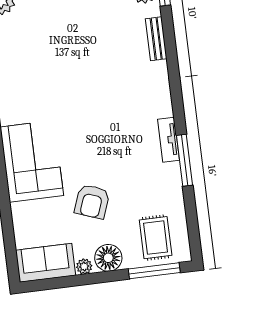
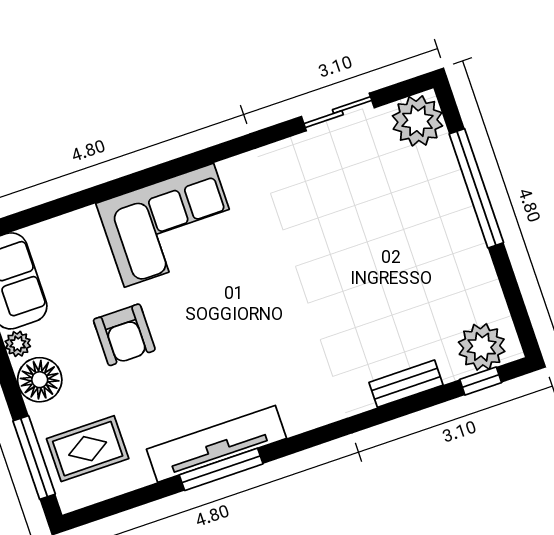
tv unit: (169, 140) -> (216, 444), width x1.92, depth x1.29
armchair: (92, 202) -> (124, 335), turned -110

